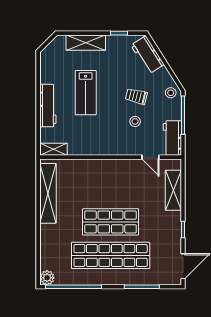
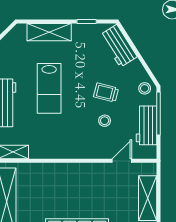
workbench: (172, 138) -> (147, 125), moved
door: (150, 157) -> (122, 161), swing flipped

